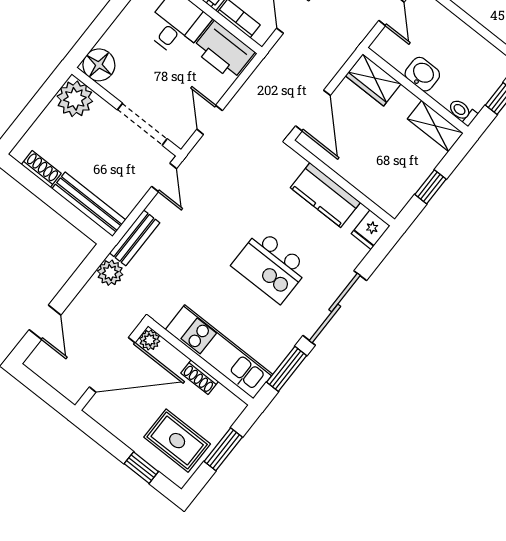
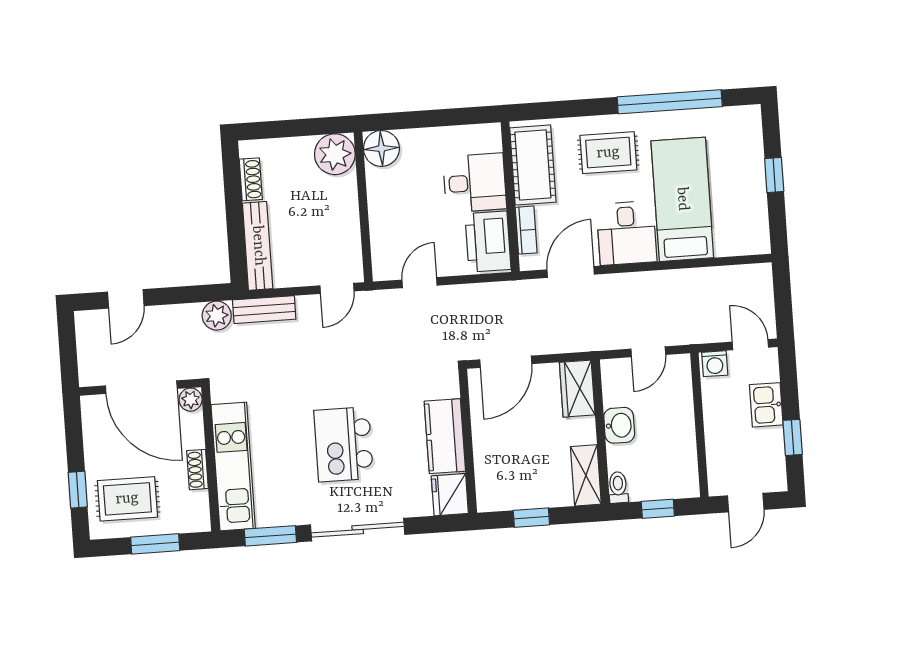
doorway: (142, 124) -> (365, 230), removed
fridge: (371, 230) -> (450, 495), width x1.38
rug: (177, 441) -> (127, 499), turned 90

